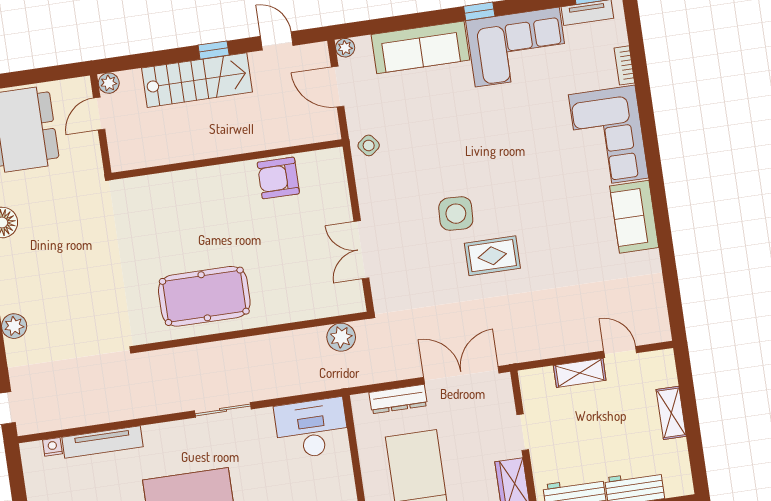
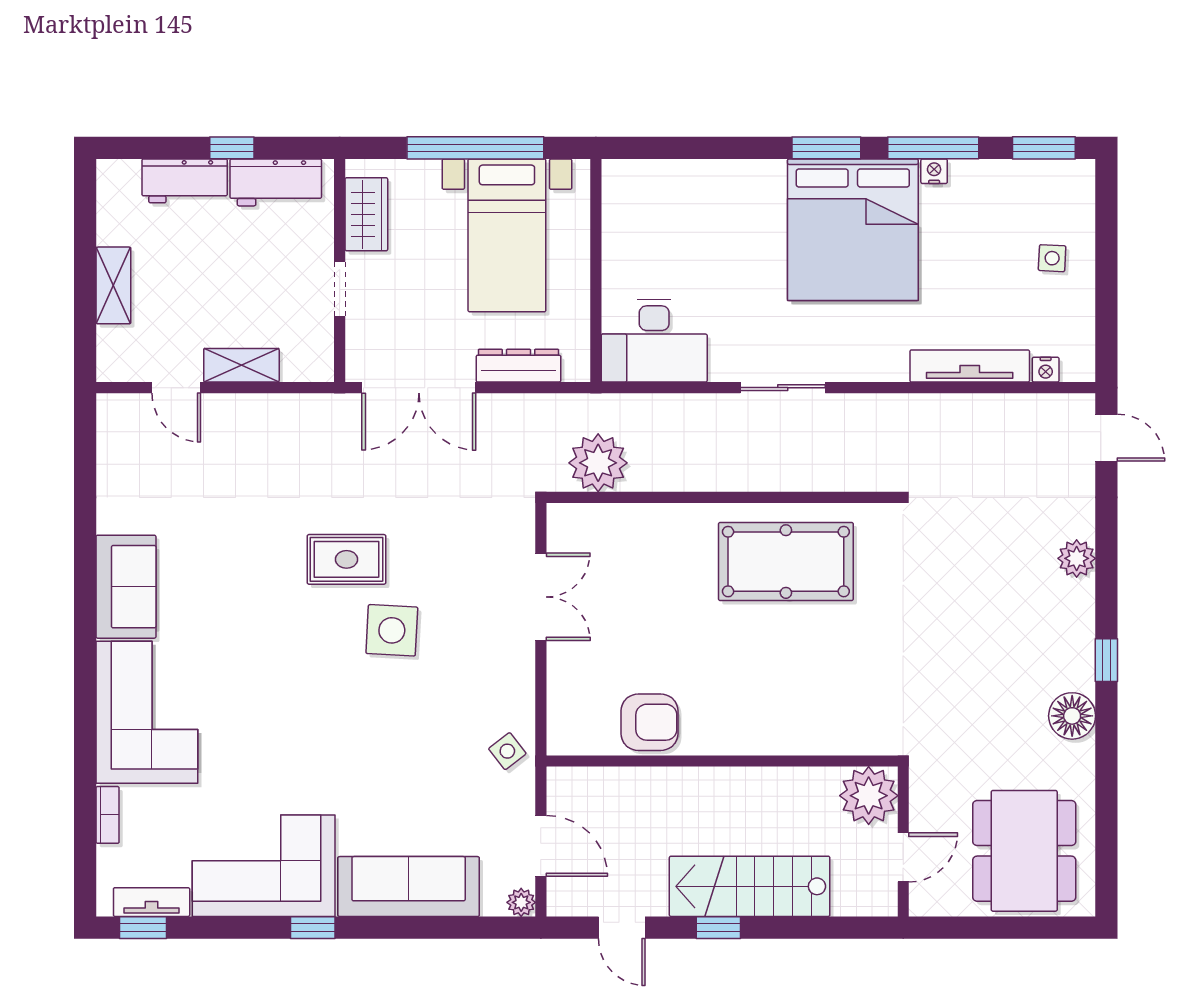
plant: (109, 83) -> (869, 796), moved, width x1.87, depth x1.87
plant: (341, 337) -> (598, 463), width x1.36, depth x1.36

